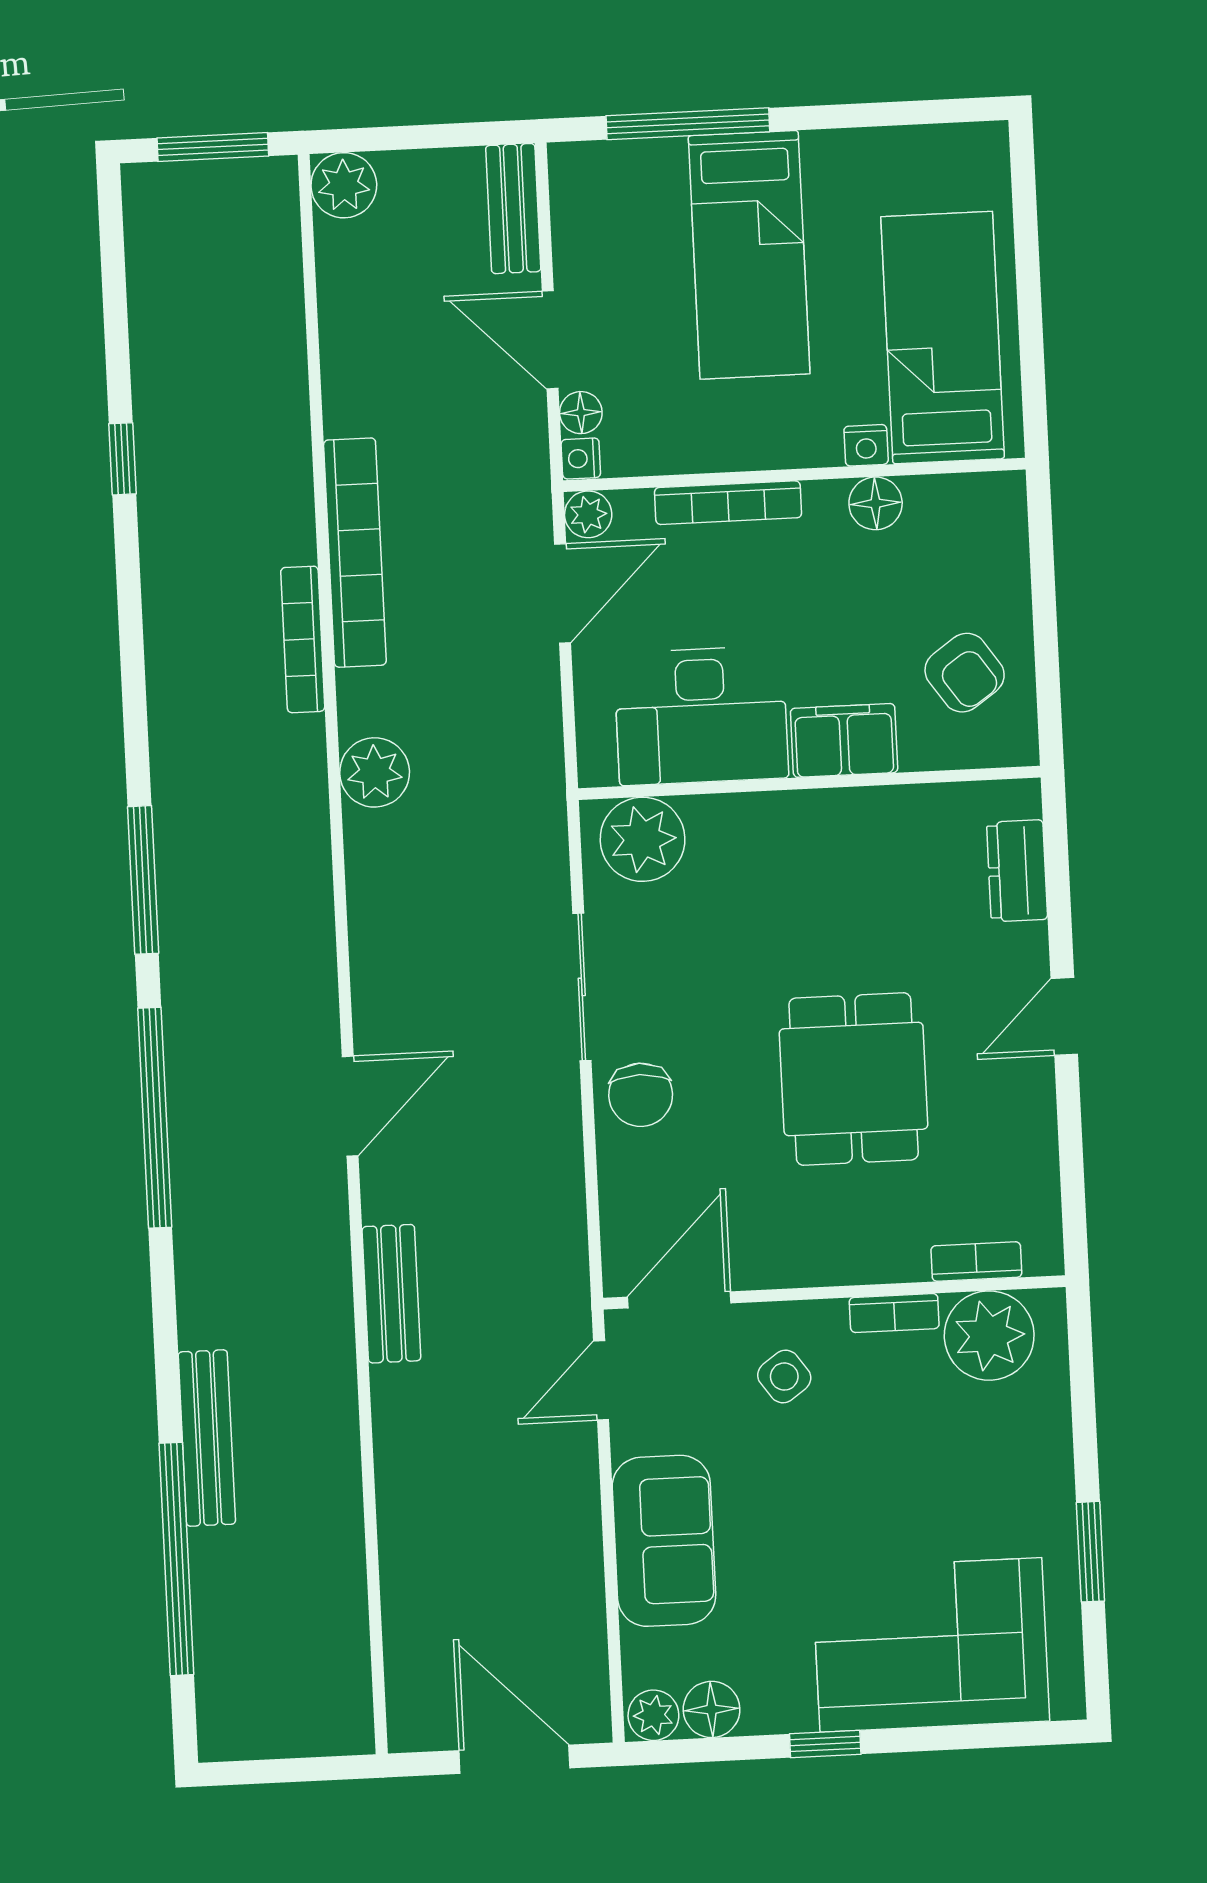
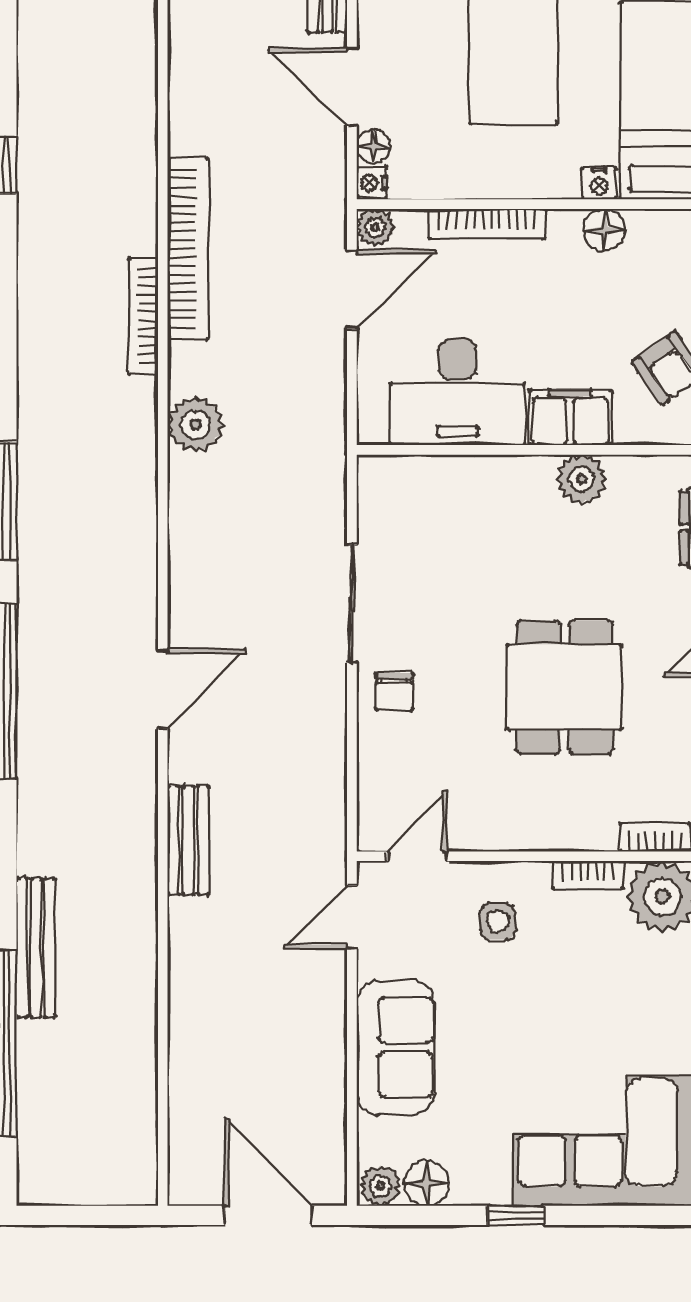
plant: (643, 839) -> (581, 479), moved, width x0.73, depth x0.73
chair: (641, 1095) -> (394, 692), width x0.73, depth x0.73
door: (679, 1300) -> (417, 856), width x0.73
side table: (784, 1377) -> (498, 921), turned 36

